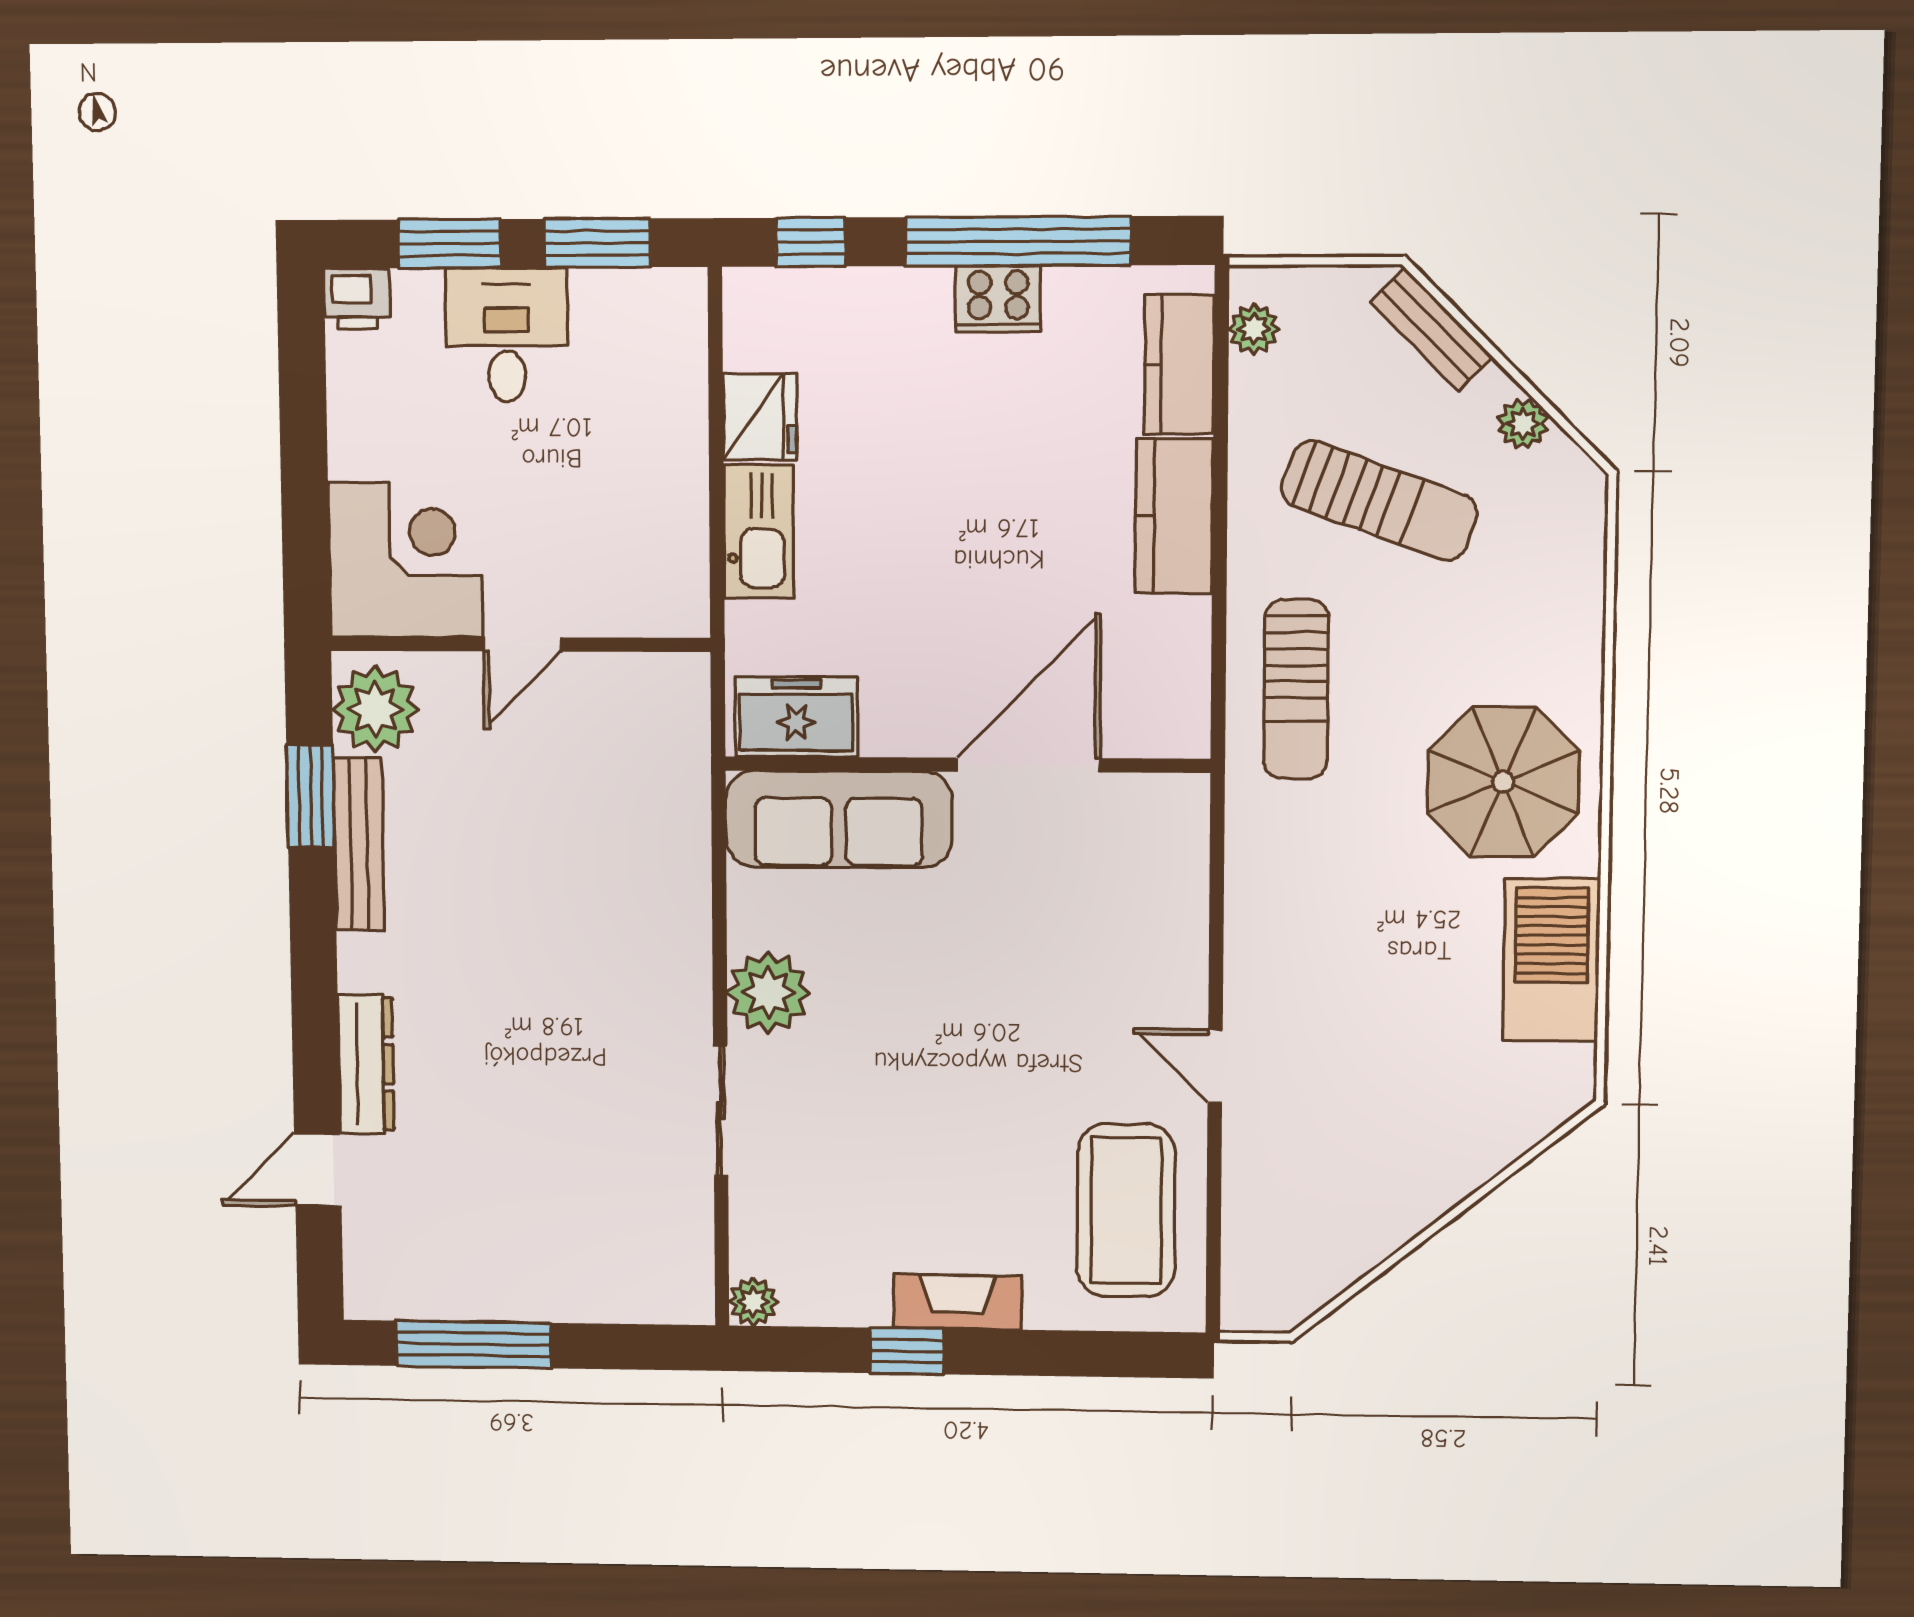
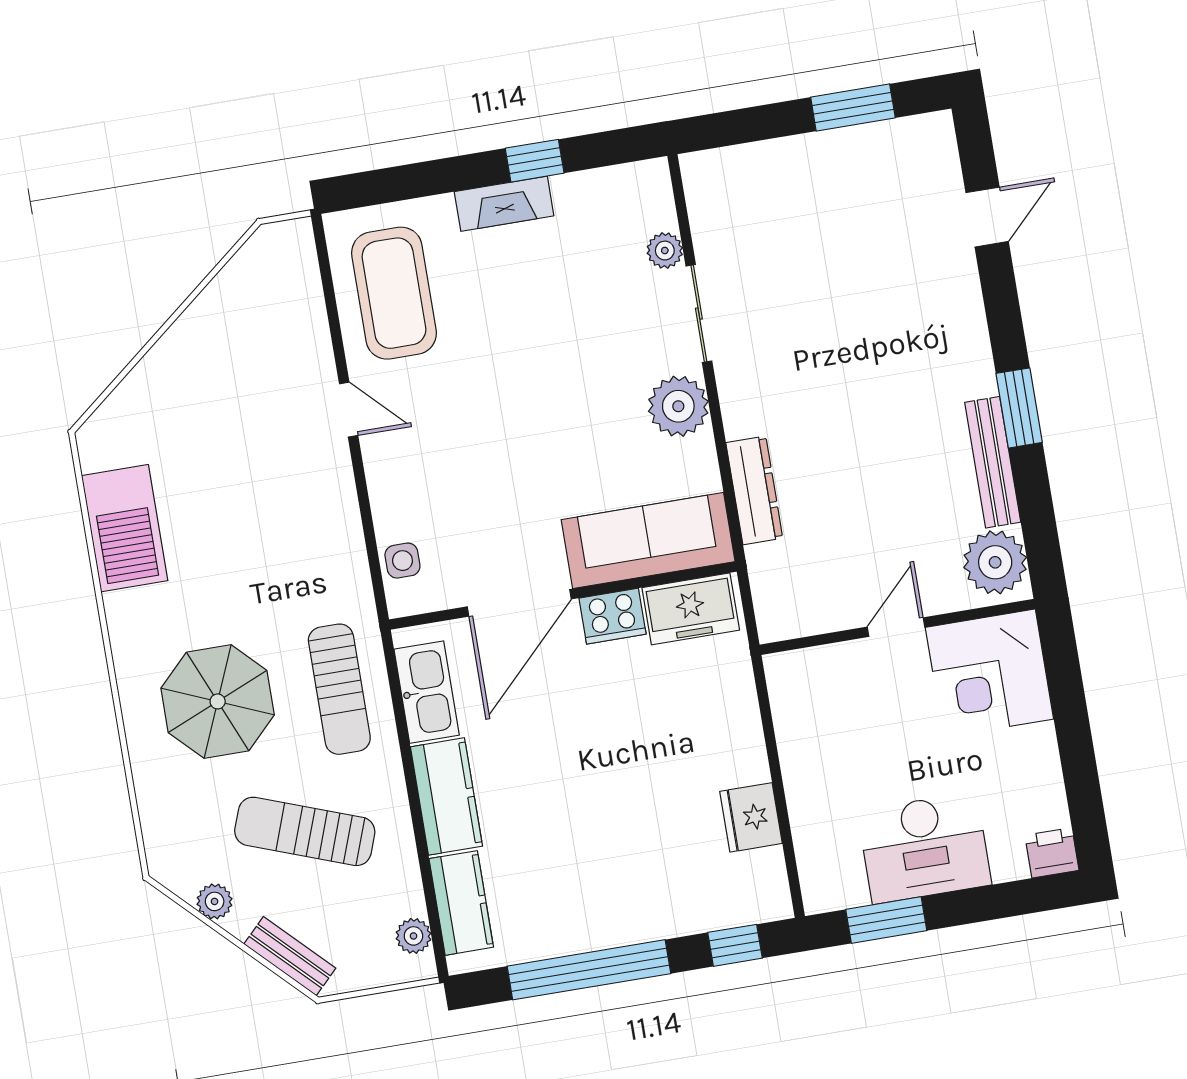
window: (450, 244) -> (991, 902), removed
cooker: (998, 299) -> (612, 616), moved, turned 180
desk: (507, 335) -> (924, 848), width x1.37
kitchen sink: (759, 532) -> (427, 692), moved, turned 180
sun lounger: (1296, 689) -> (339, 689), turned 180
parasol: (1503, 782) -> (218, 701), moved
window: (311, 796) -> (1019, 408), moved
side table: (1178, 850) -> (402, 561), added
dresser: (366, 1064) -> (754, 490), moved, turned 180
plant: (753, 1302) -> (665, 251), moved
window: (473, 1344) -> (853, 107), width x0.69

